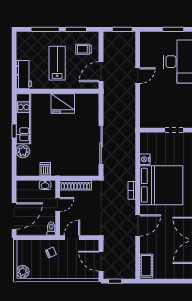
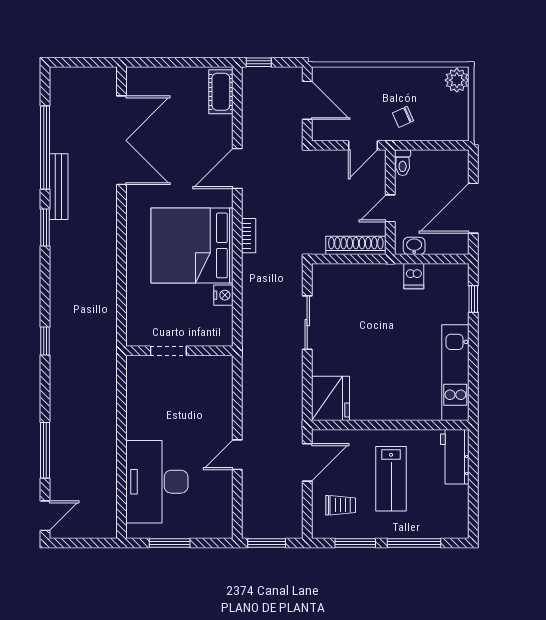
fridge: (63, 103) -> (330, 398), moved, turned 90
window: (14, 131) -> (473, 299), moved
sliding door: (101, 145) -> (307, 323), width x0.73
plant: (23, 151) -> (456, 310), removed
door: (14, 216) -> (473, 208), moved
window: (115, 281) -> (259, 62), moved

